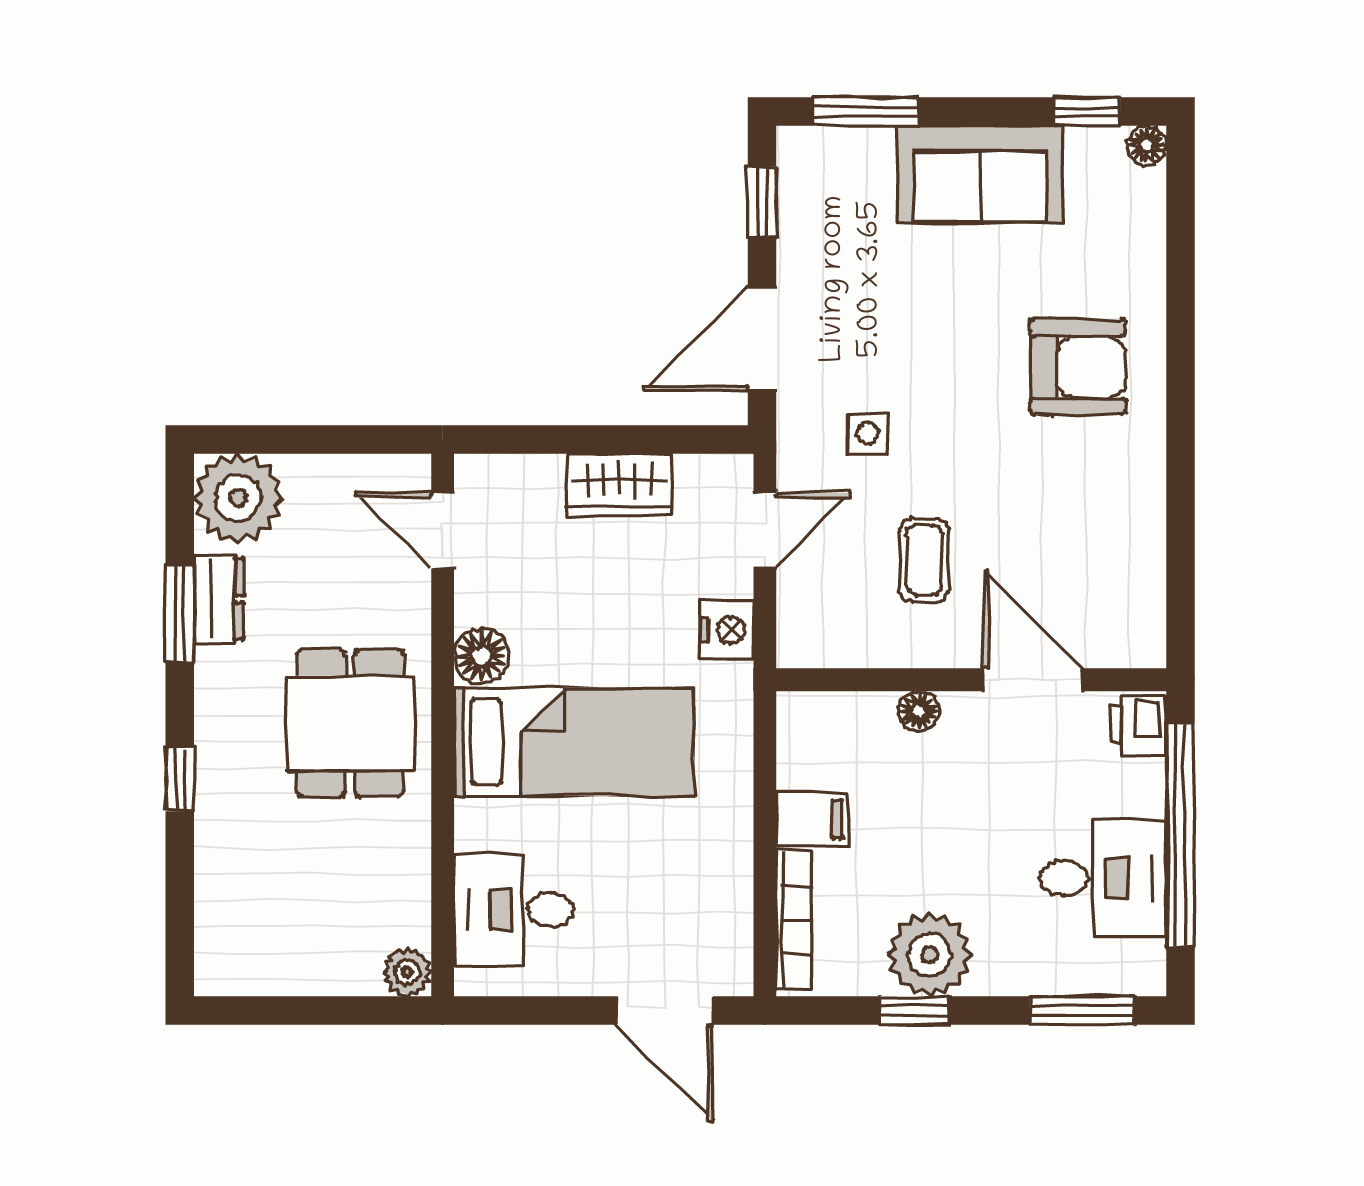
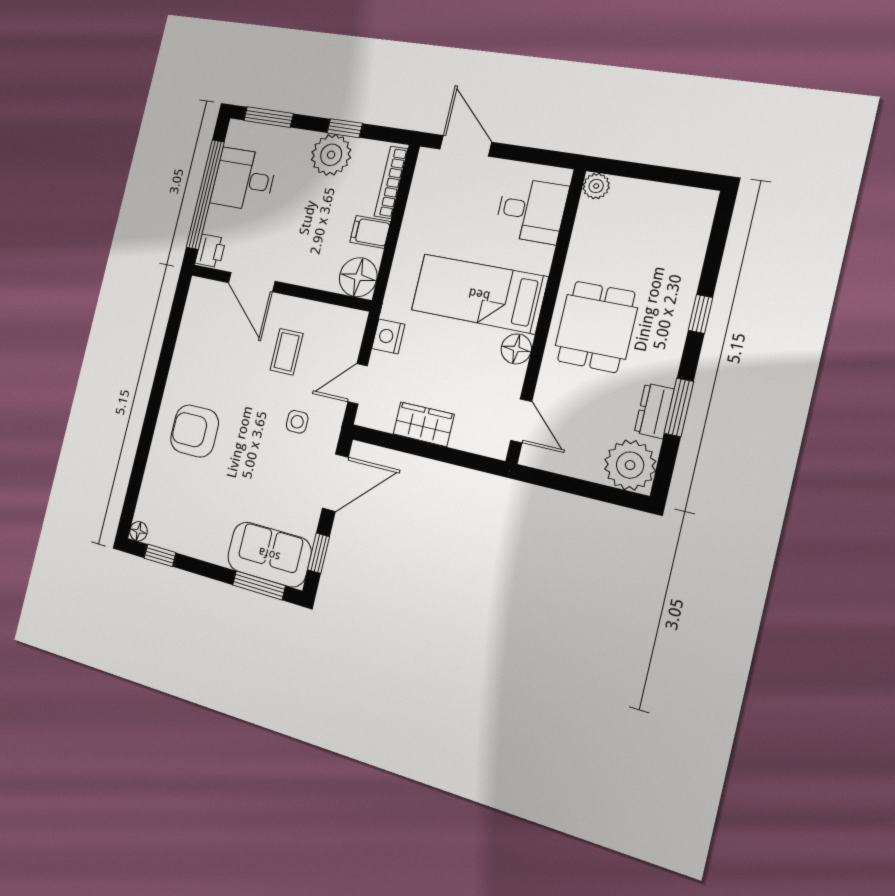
sofa: (980, 174) -> (269, 554), moved
floor lamp: (919, 711) -> (358, 277), moved, width x1.89, depth x1.89

